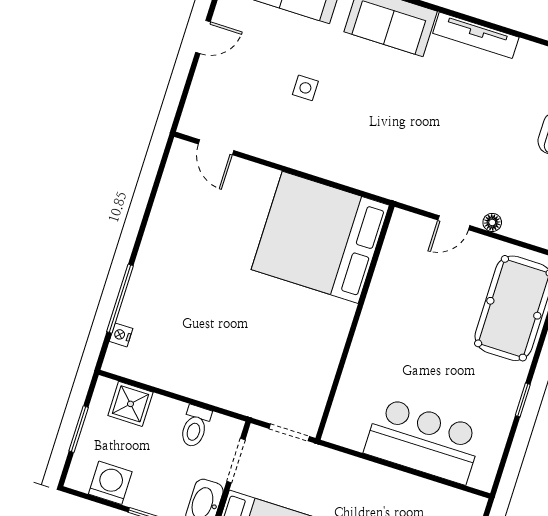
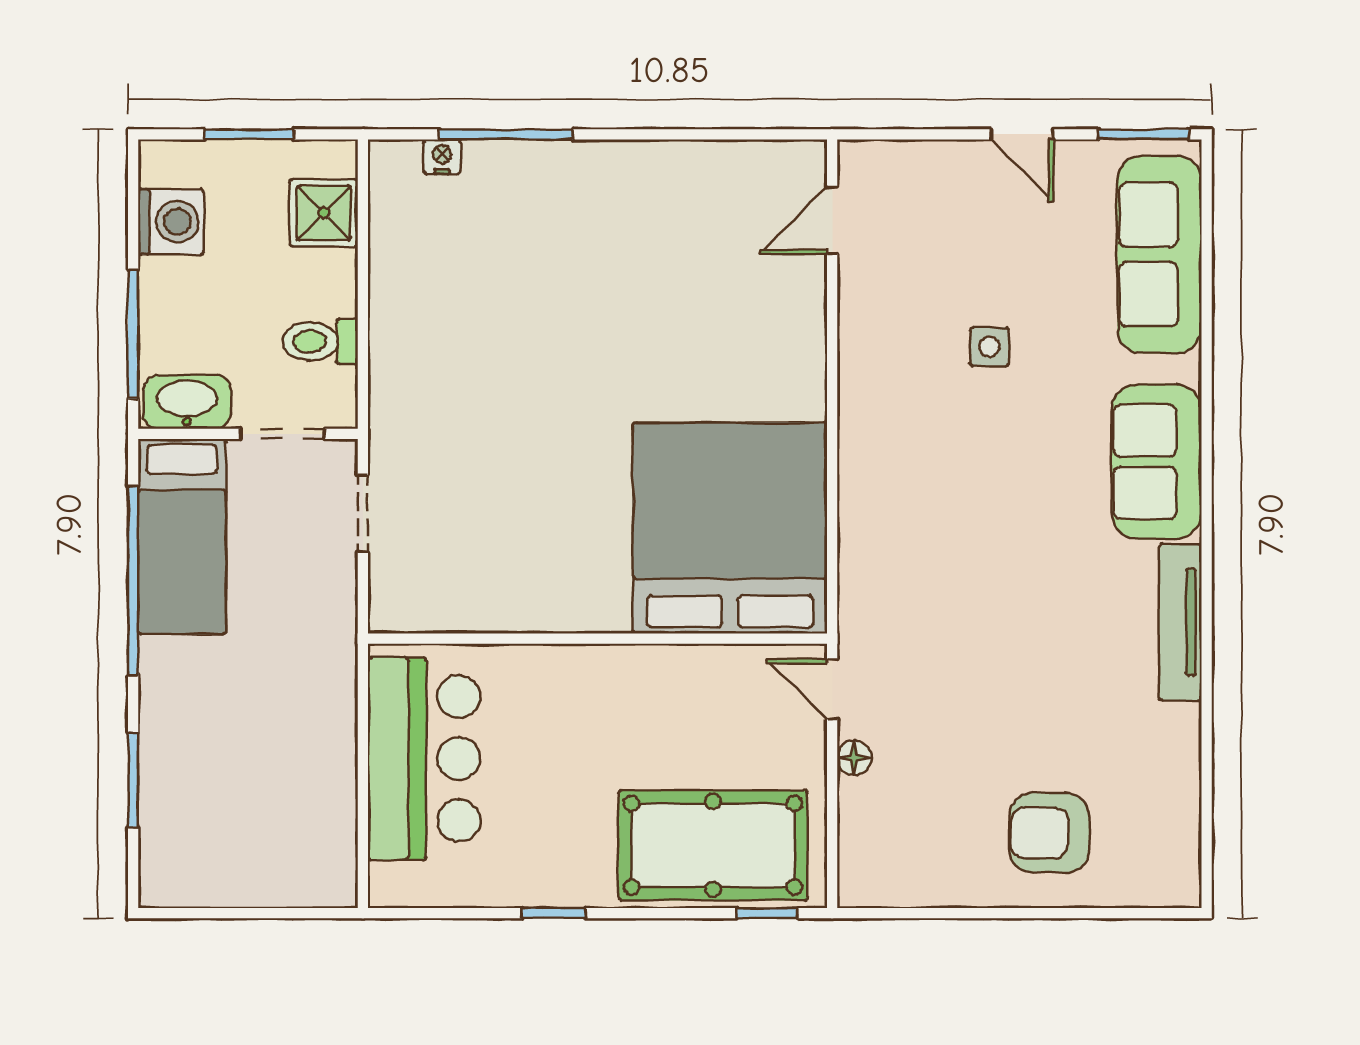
bed: (320, 237) -> (730, 528), moved
wall: (355, 322) -> (597, 639), moved

